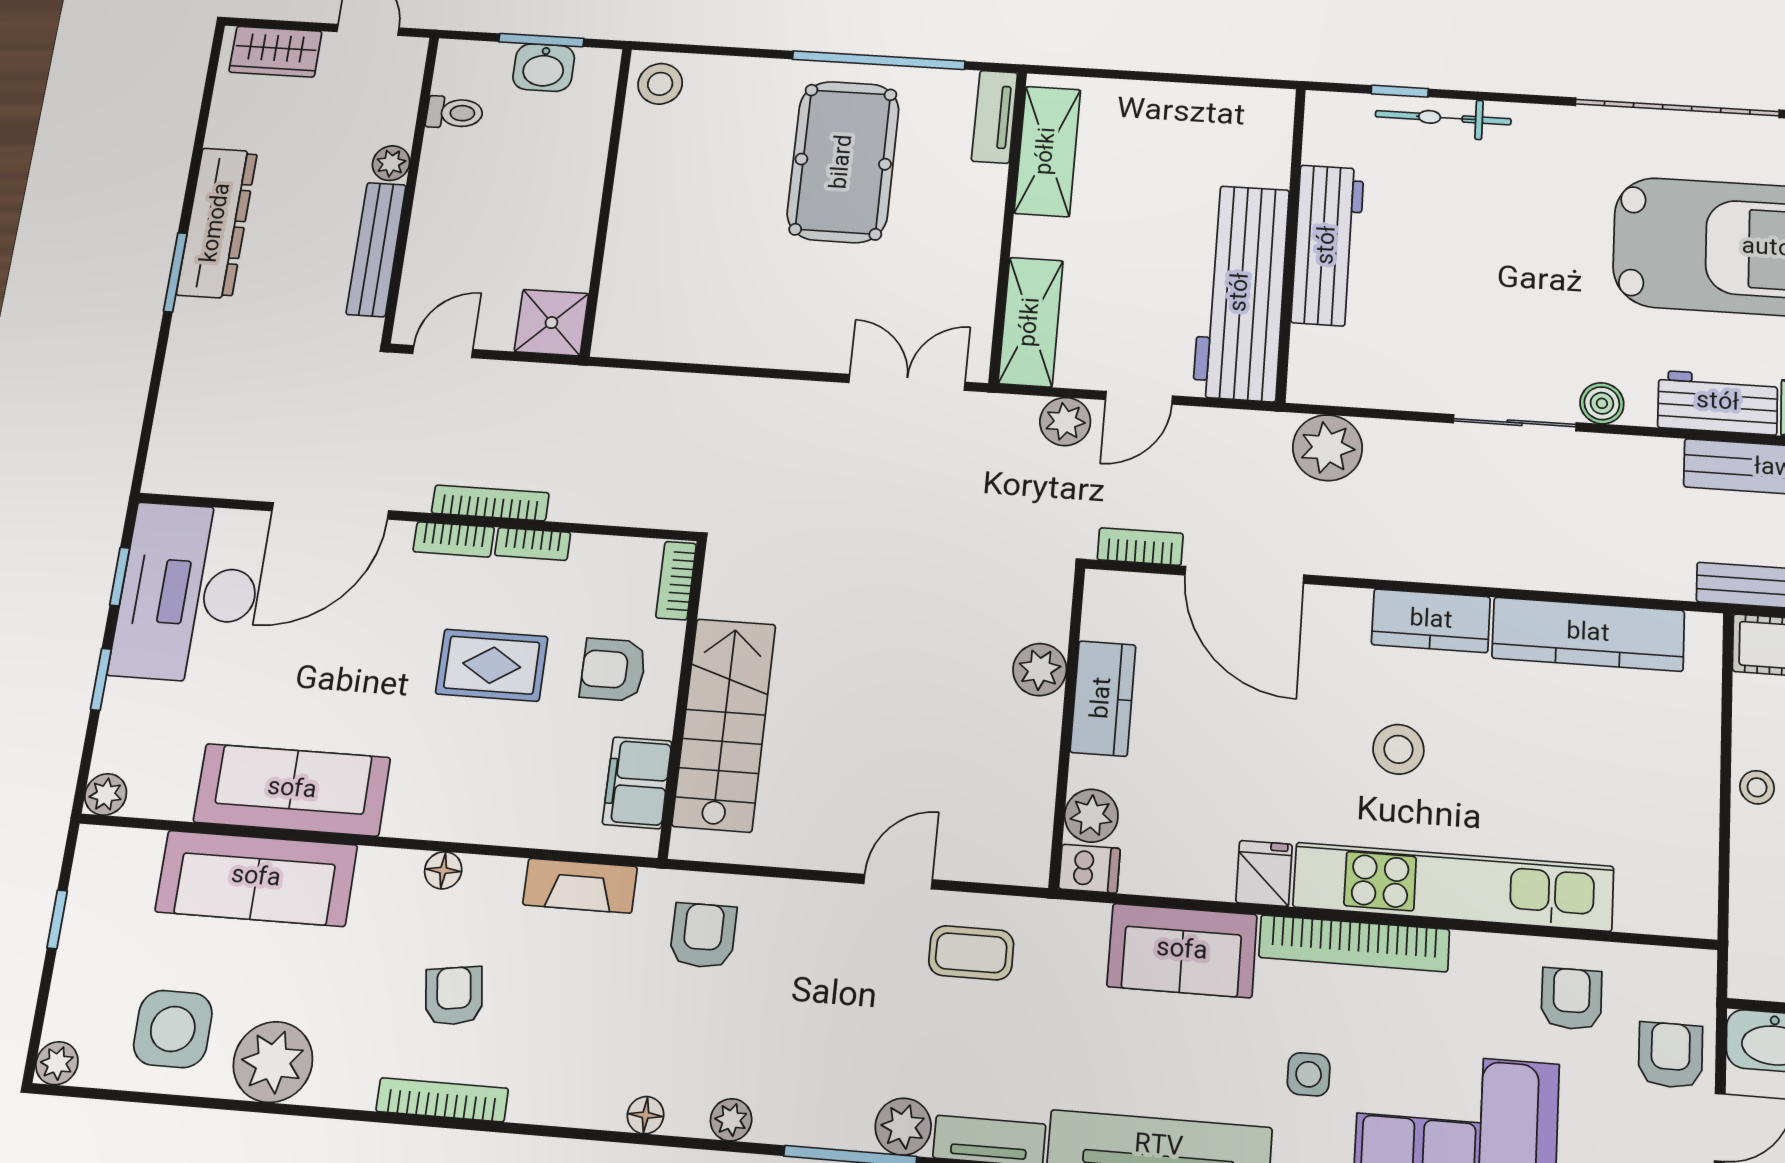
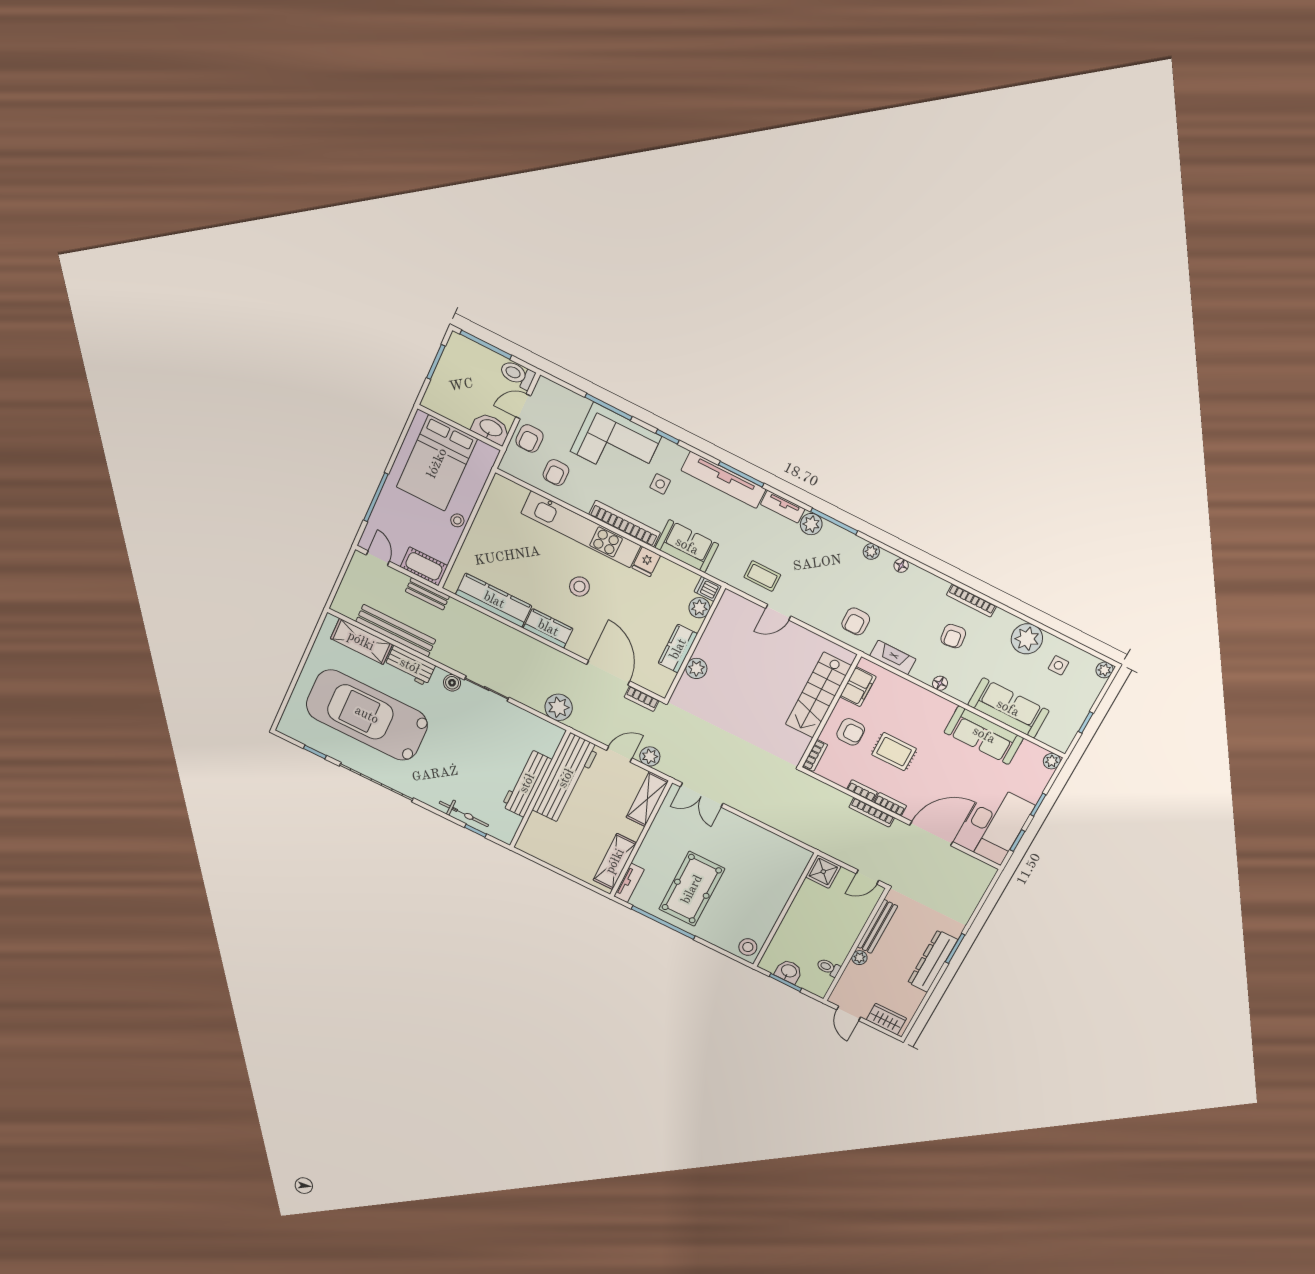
side table: (173, 1029) -> (1058, 665), width x0.54, depth x0.54

